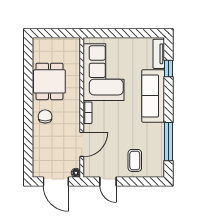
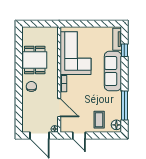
door: (82, 144) -> (59, 108), hinge flipped
floor lamp: (158, 167) -> (116, 125), added

